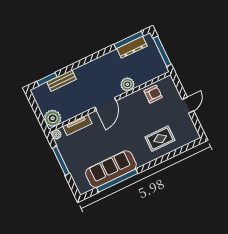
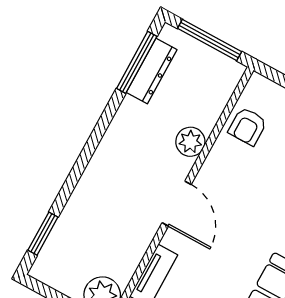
bench: (62, 81) -> (70, 218), removed
armchair: (153, 94) -> (248, 126), turned 180

